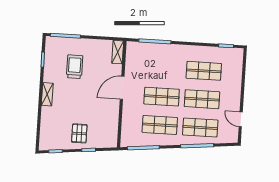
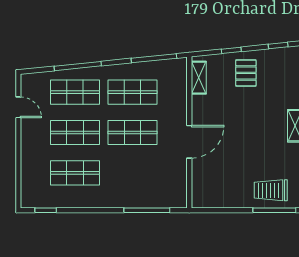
shelving: (118, 52) -> (199, 78), moved
trolley: (75, 67) -> (271, 190), moved, turned 90

